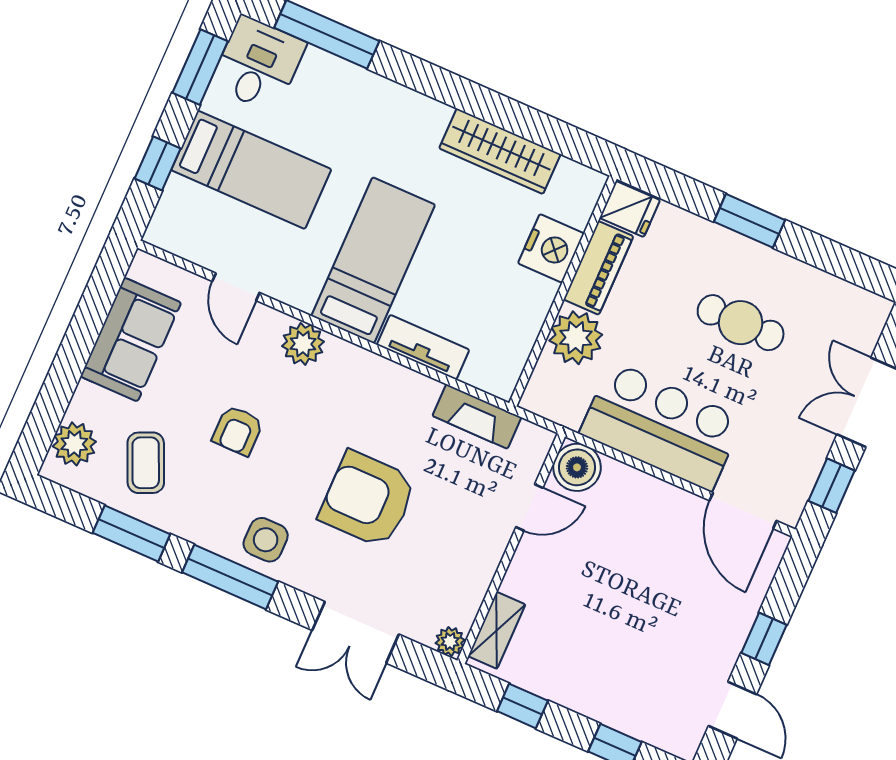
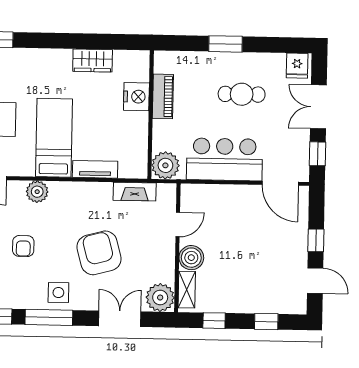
wardrobe: (500, 151) -> (93, 60), width x0.67
fridge: (630, 209) -> (297, 66), moved, turned 90
plant: (576, 338) -> (165, 165), moved
boiler: (577, 467) -> (191, 258), moved
armchair: (368, 499) -> (99, 253), turned 75
double door: (355, 632) -> (120, 319), swing flipped
plant: (450, 642) -> (160, 298), width x1.88, depth x1.88

